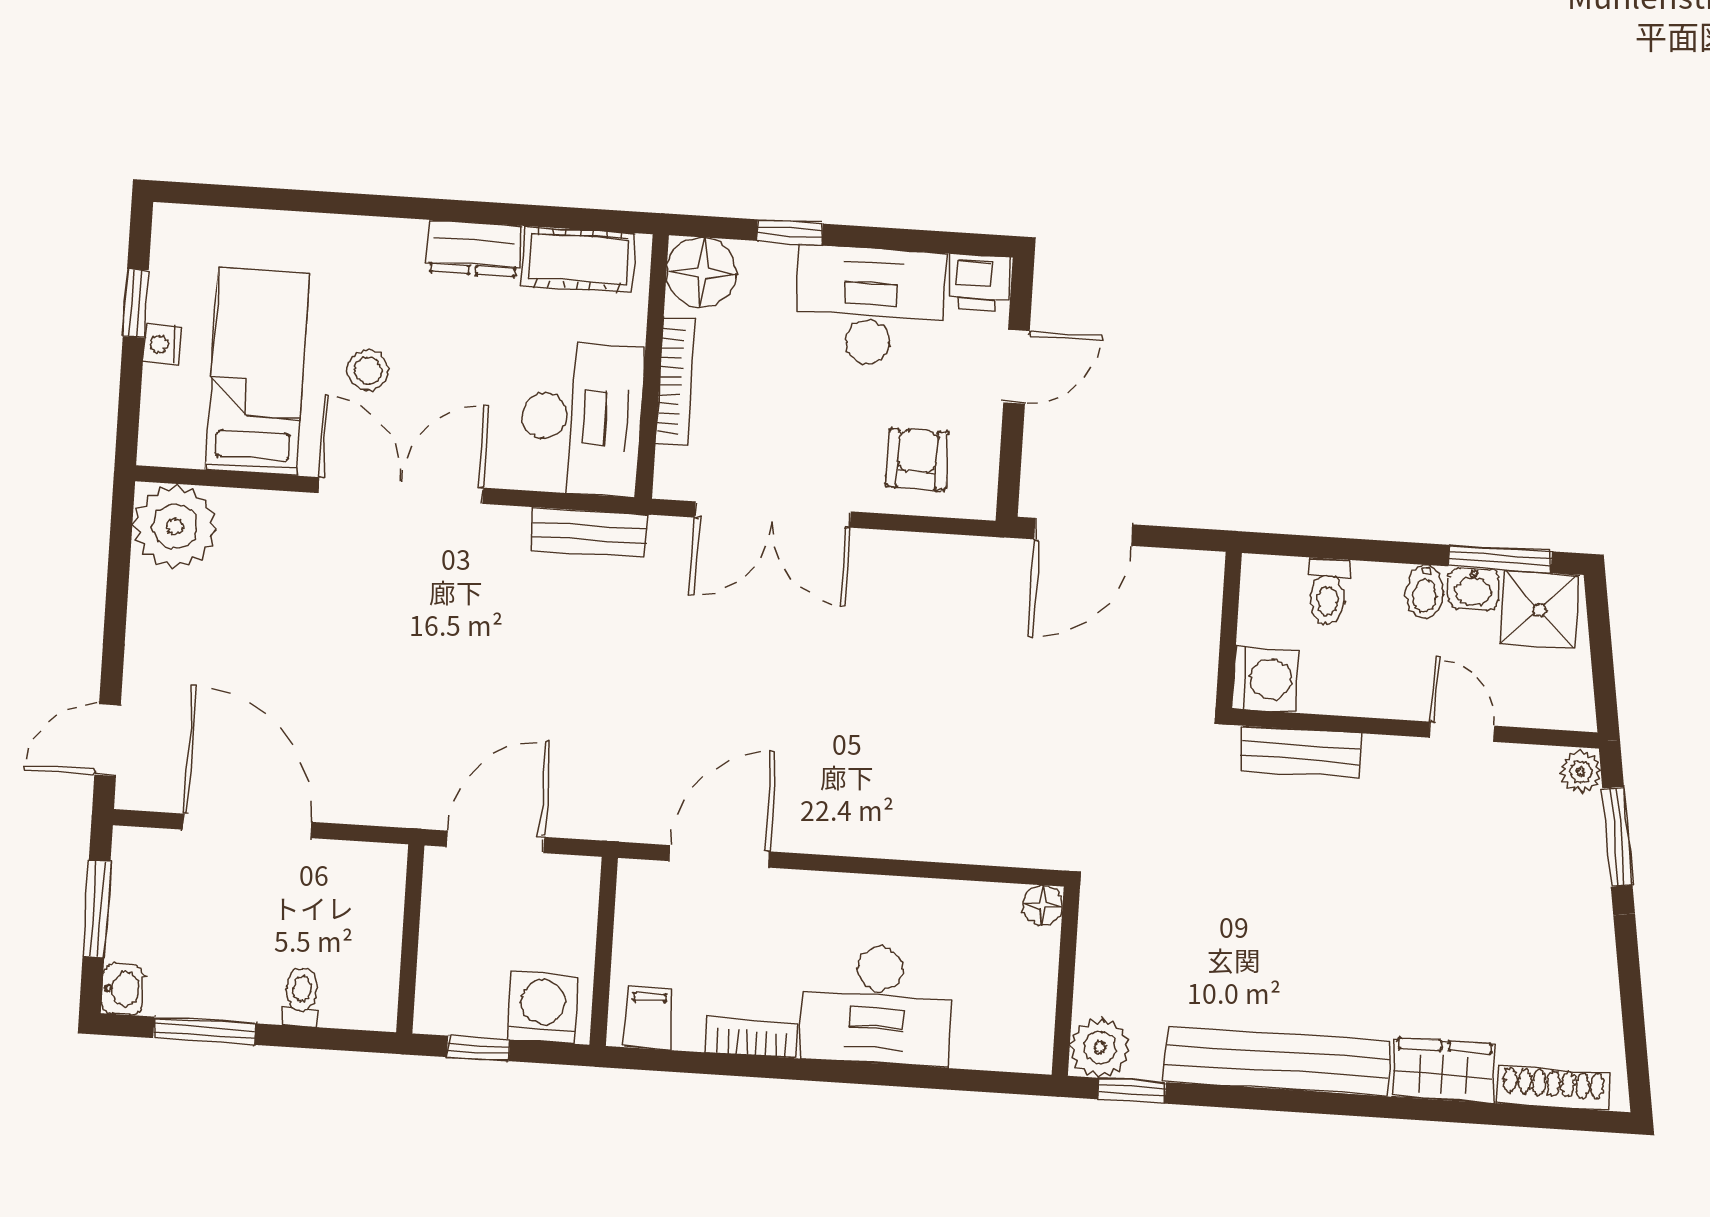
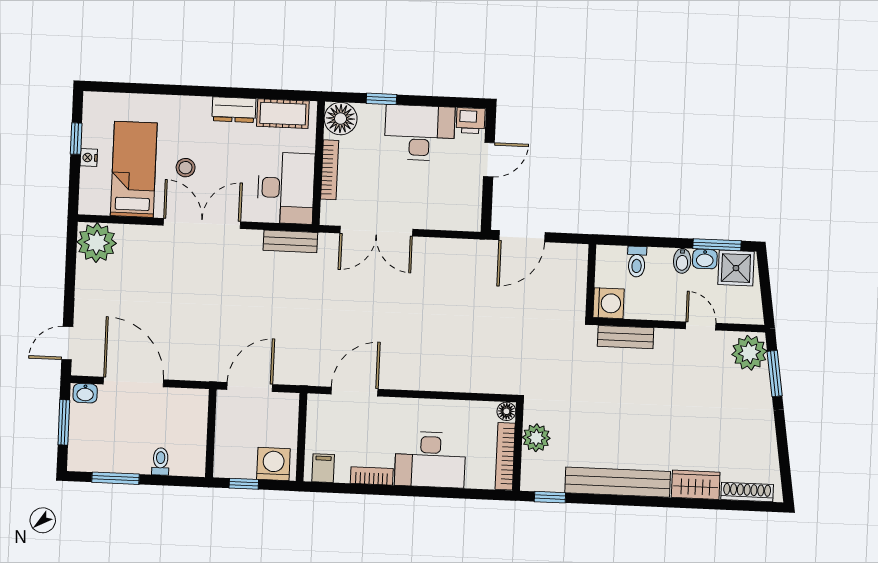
armchair: (917, 459) -> (443, 204), removed
plant: (1581, 772) -> (749, 353), width x1.87, depth x1.87
washbasin: (123, 989) -> (85, 393), moved, turned 90
bookcase: (1038, 1001) -> (505, 456), added
plant: (1100, 1048) -> (536, 438), moved

